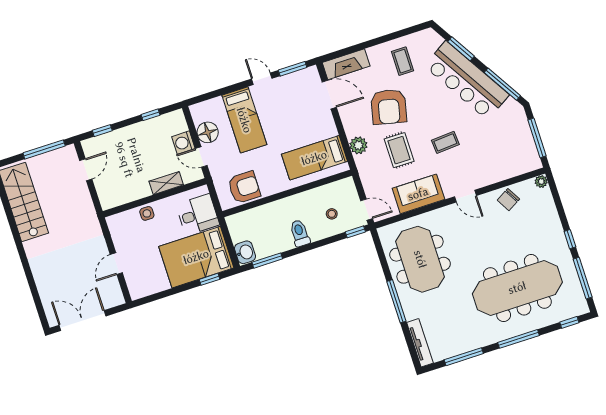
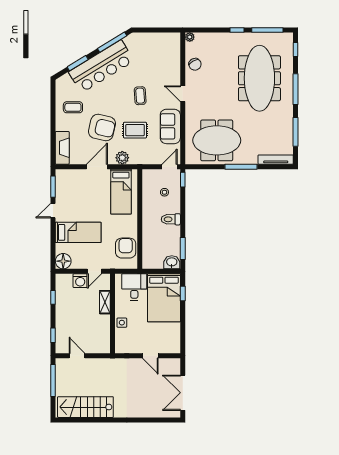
door: (329, 95) -> (97, 167), moved
floor lamp: (208, 132) -> (63, 261), moved
window: (537, 138) -> (158, 30), removed
door: (466, 196) -> (183, 94), swing flipped

